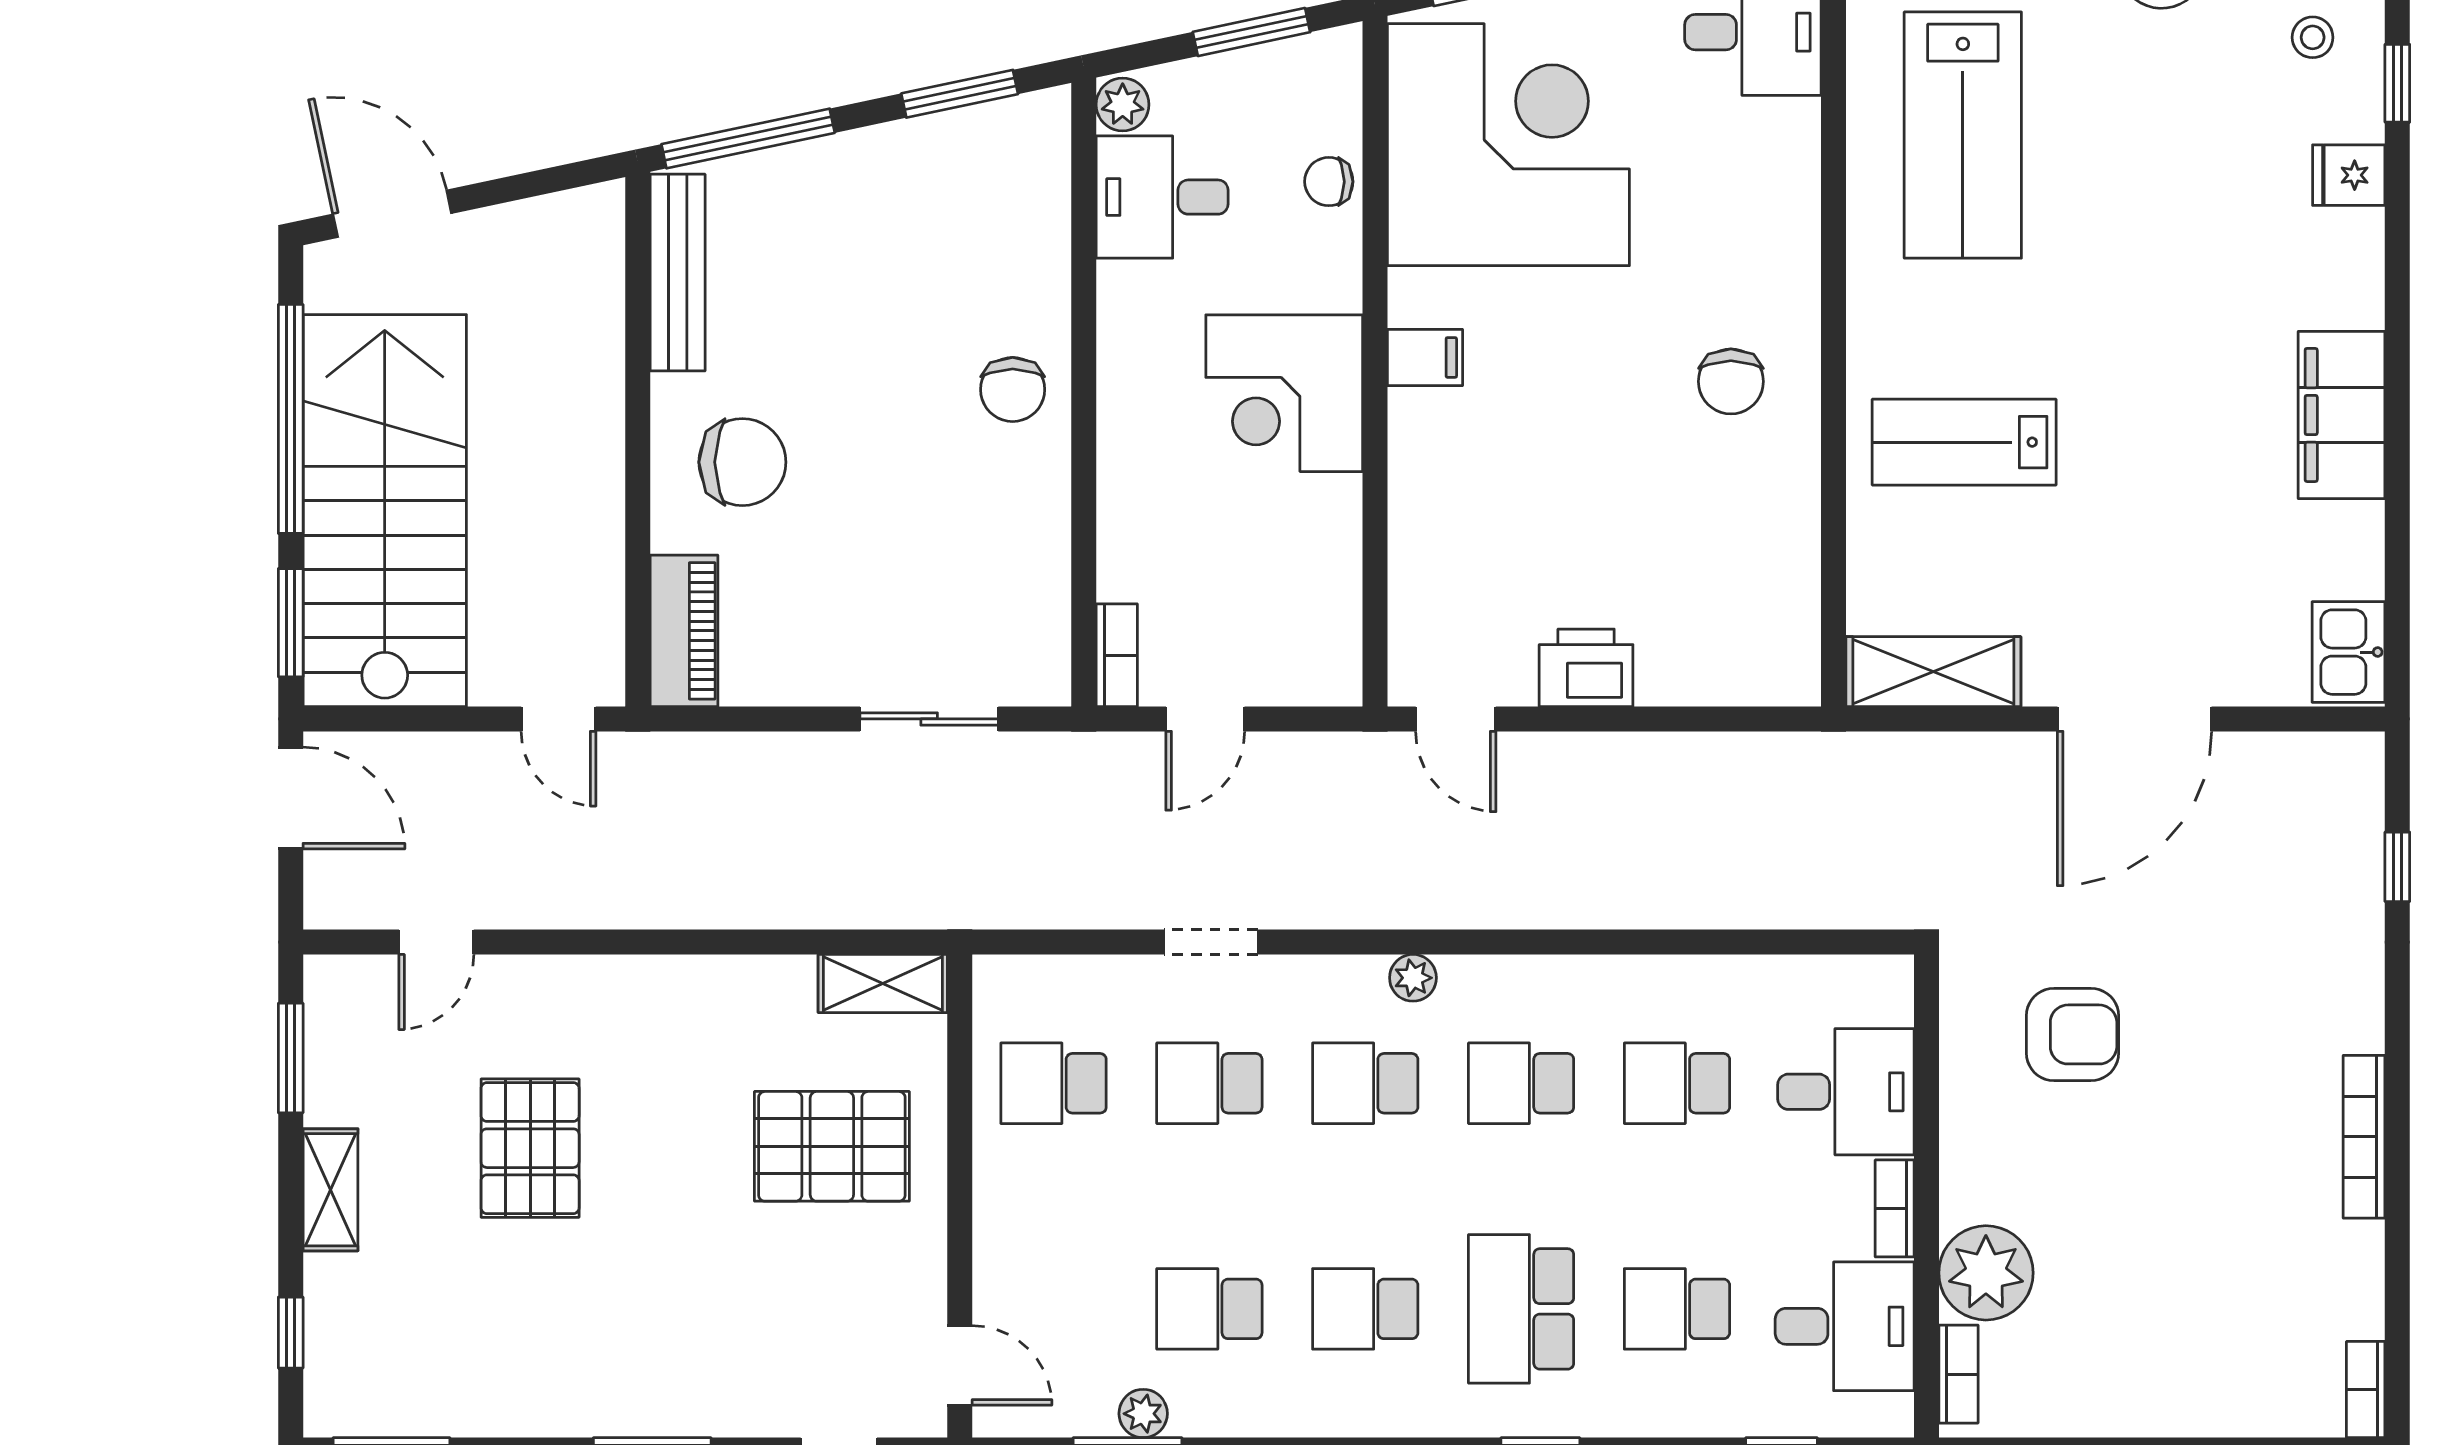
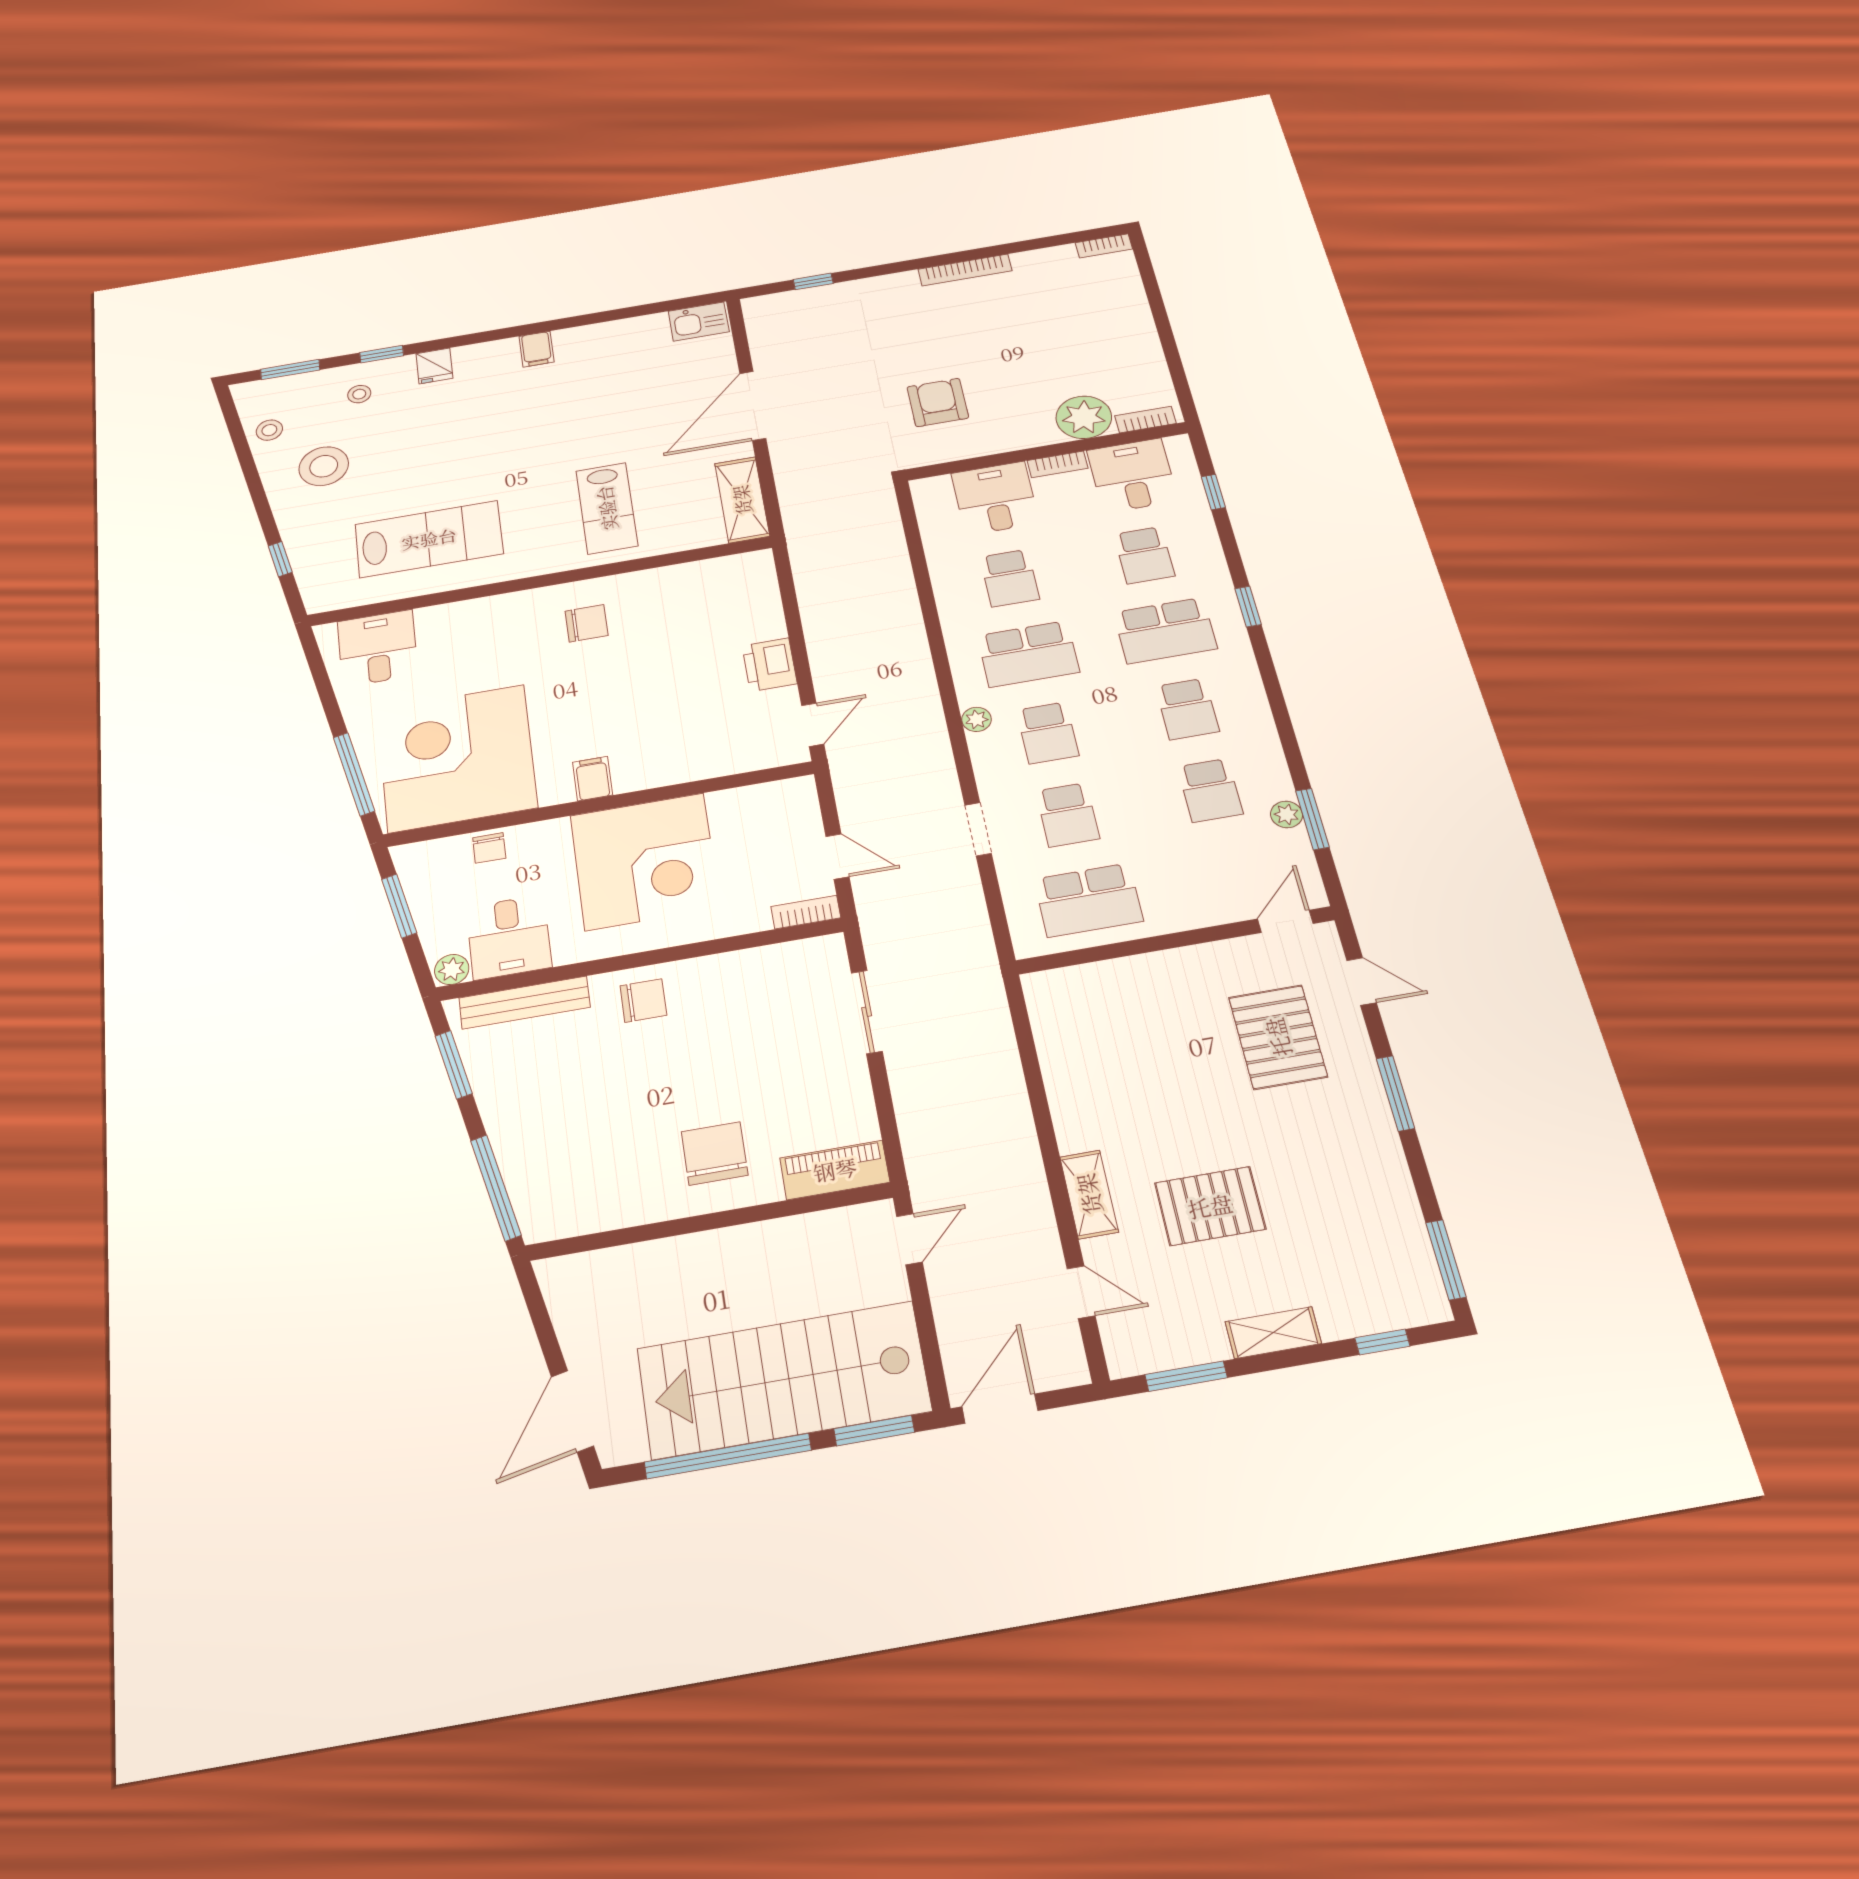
bench: (678, 273) -> (525, 1003), moved
corner desk: (1284, 393) -> (645, 861), width x1.36, depth x1.36
filing cabinet: (2342, 415) -> (537, 349), width x0.33, depth x0.86
door: (2134, 719) -> (753, 406), swing flipped
shelving: (883, 984) -> (1089, 1194), moved
school desk: (1053, 1083) -> (1088, 900), width x1.85
school desk: (1521, 1083) -> (1028, 654), width x1.85
pallet: (832, 1146) -> (1278, 1037), moved

